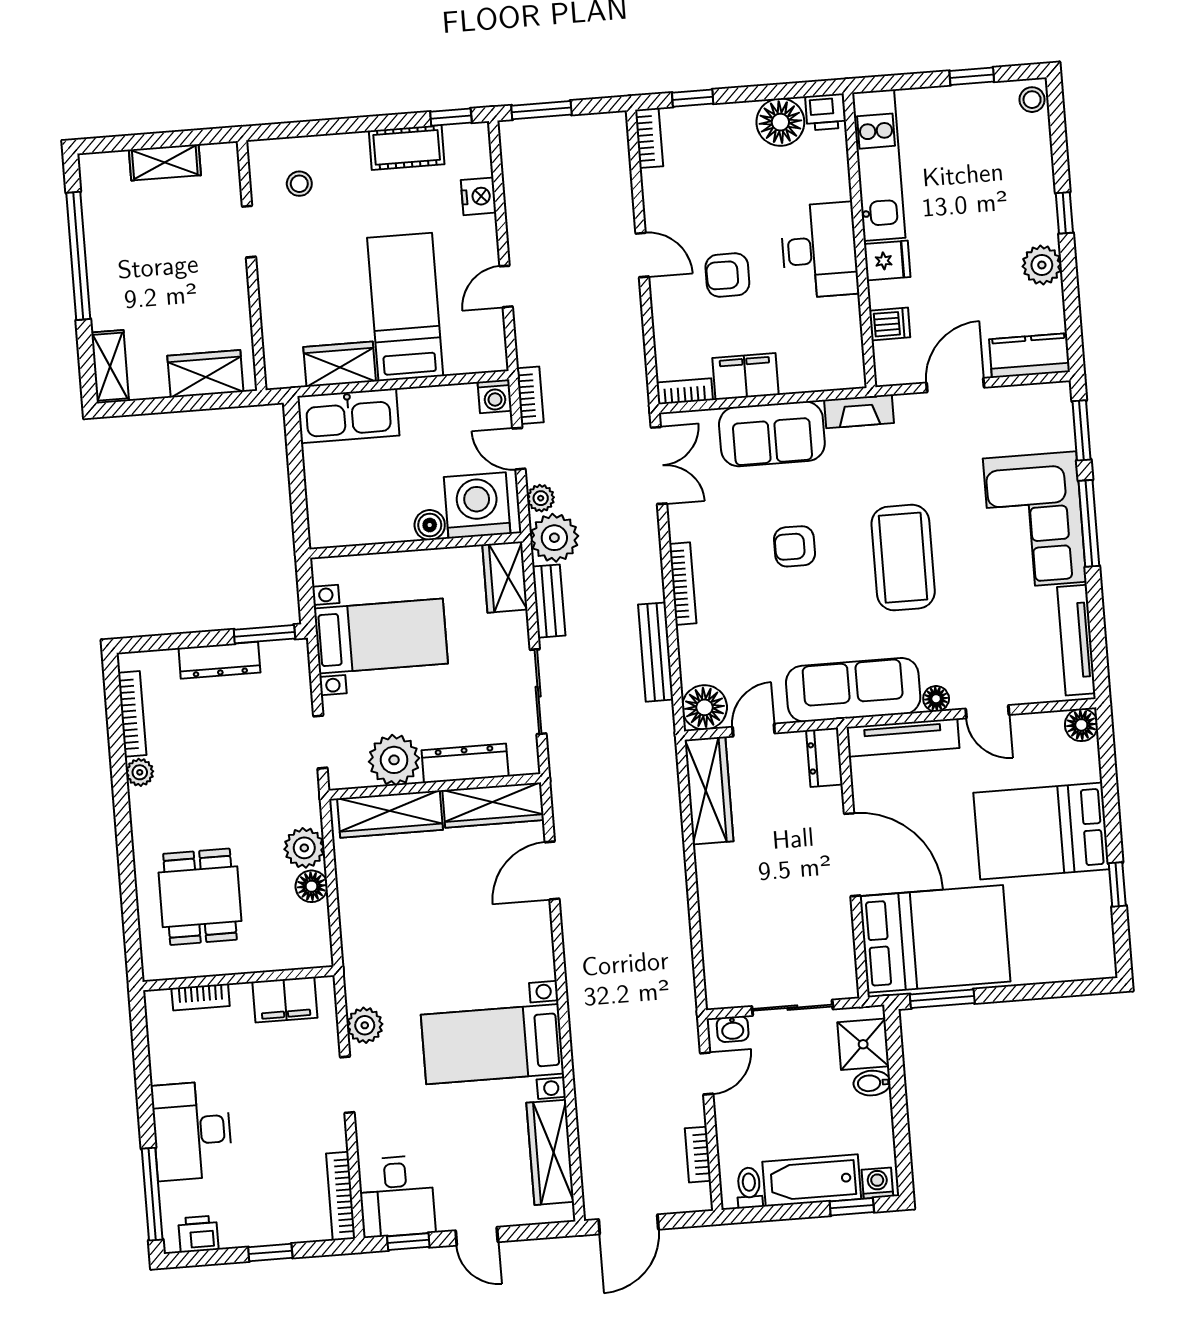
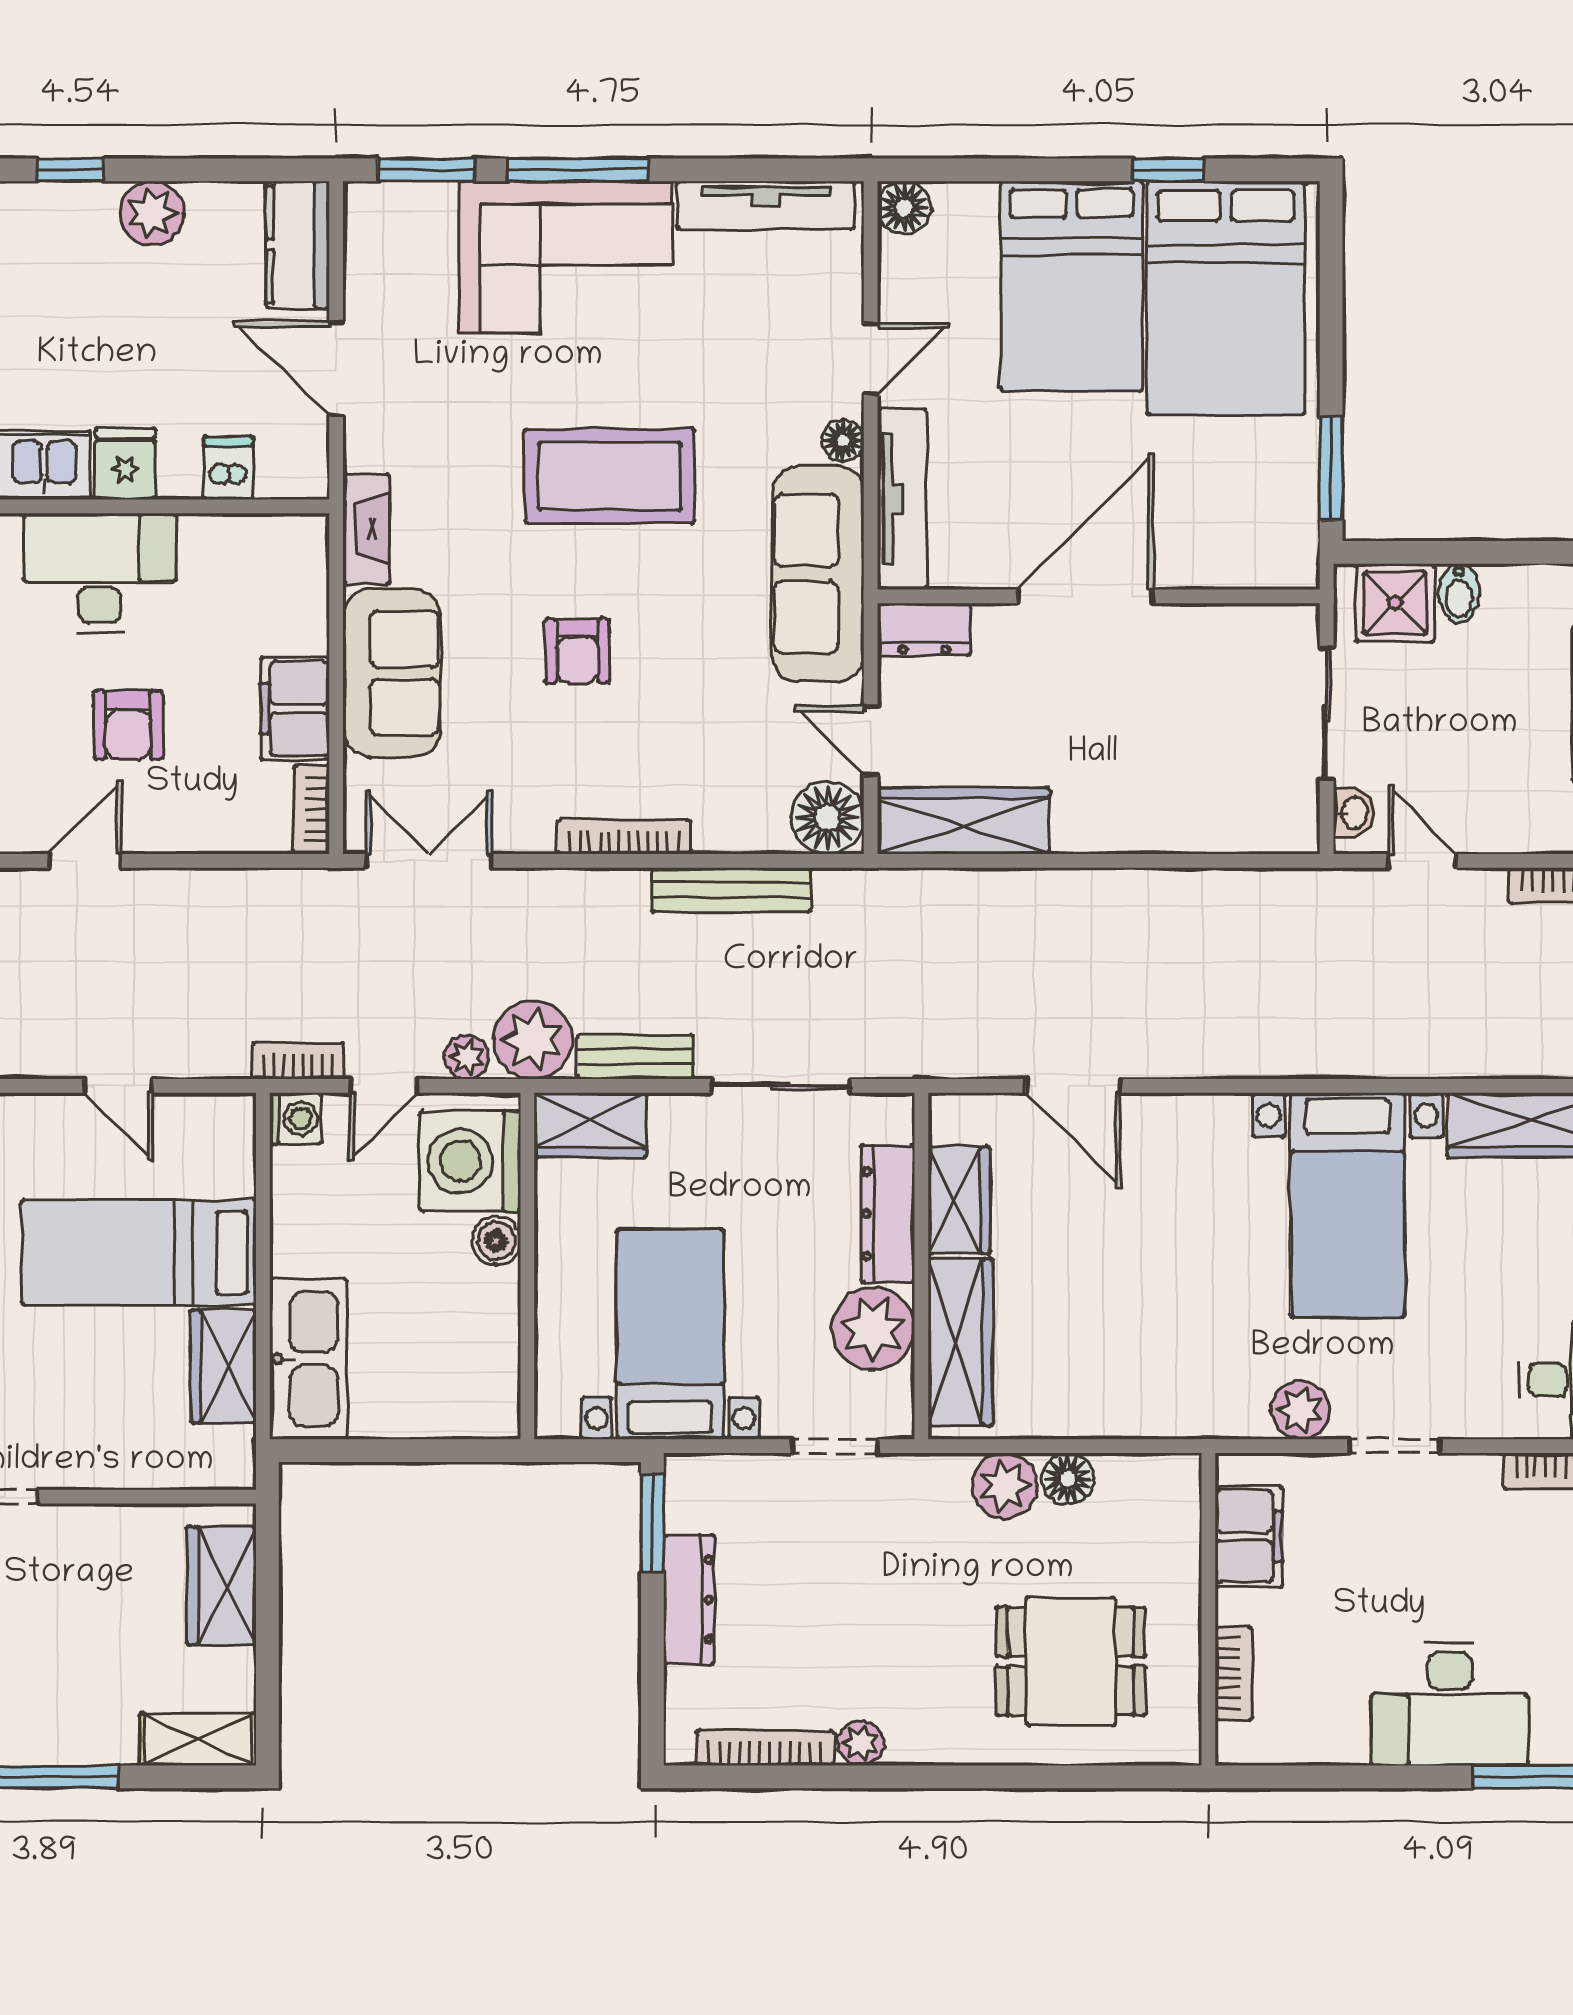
wardrobe: (493, 805) -> (959, 1200), width x0.67
bed: (935, 939) -> (1226, 298), moved, turned 180

